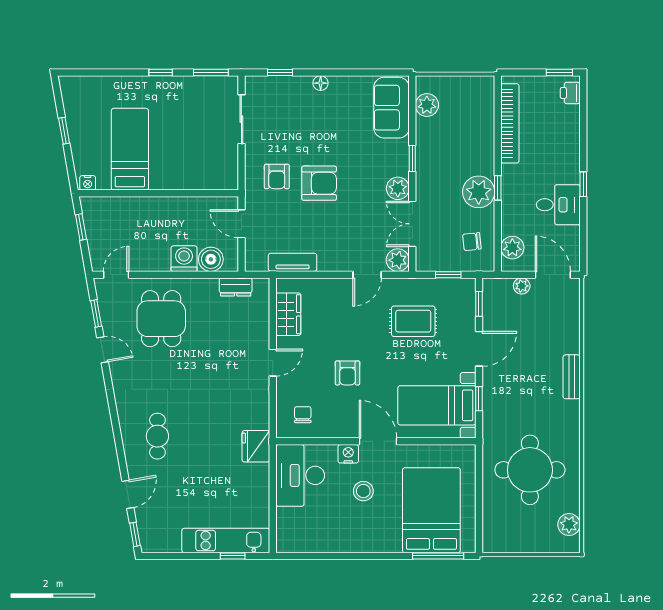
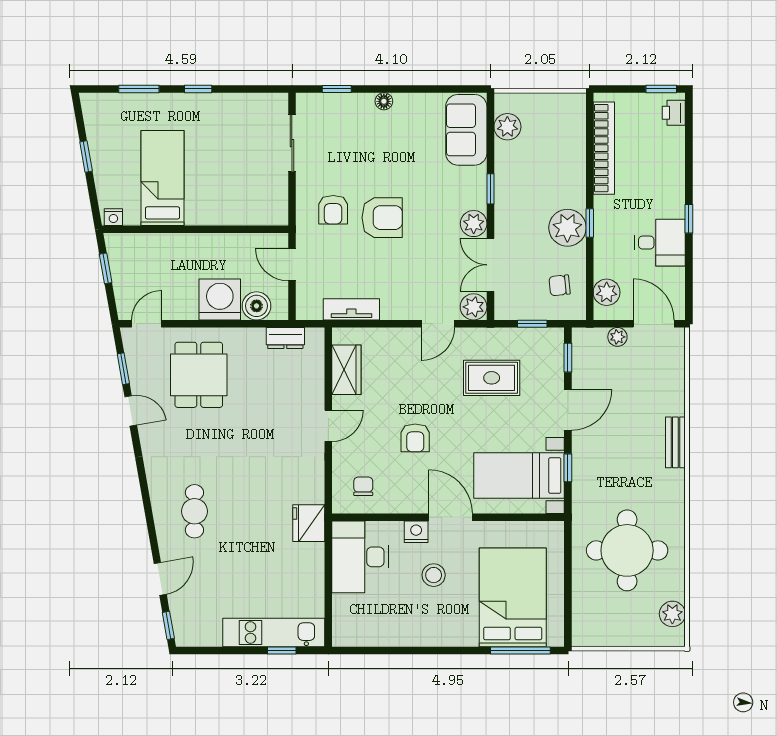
window: (211, 73) -> (139, 89), moved
washing machine: (184, 259) -> (220, 300), width x1.37, depth x1.37

